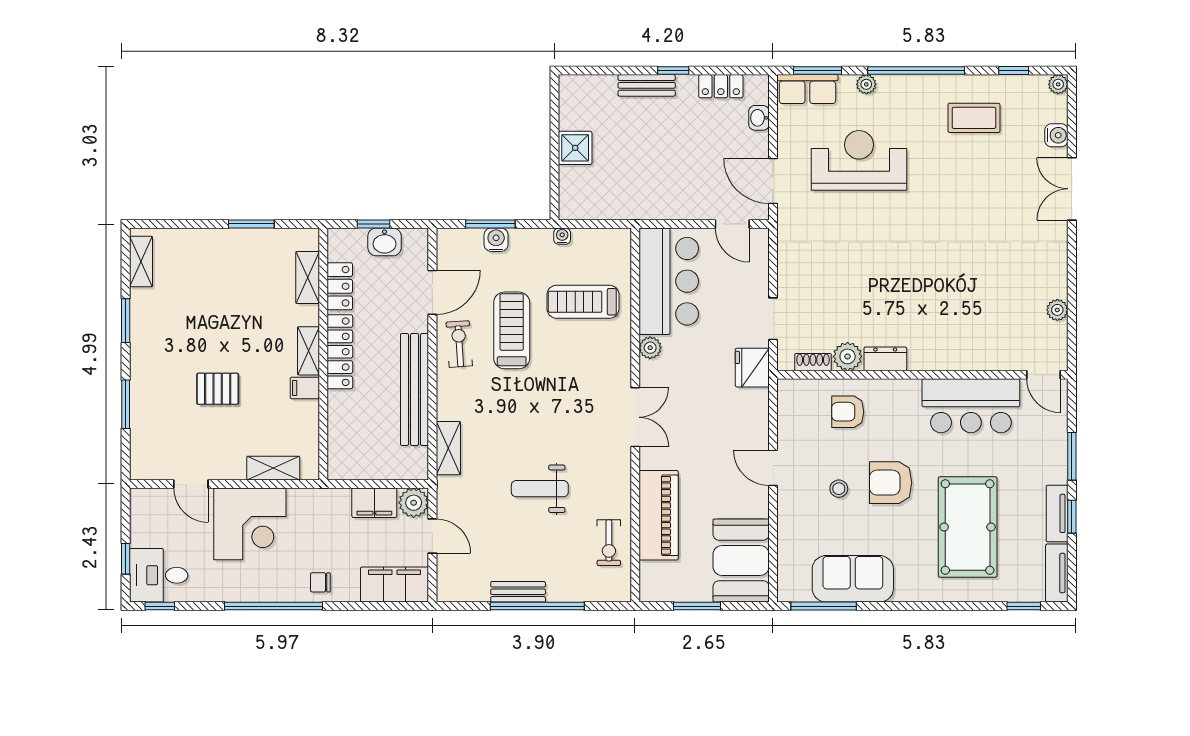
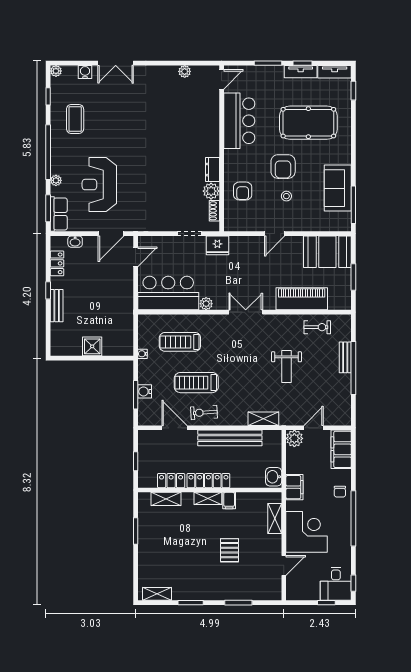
washbasin: (385, 242) -> (274, 477), moved, turned 180
treadmill: (583, 302) -> (180, 342), turned 90
filing cabinet: (374, 503) -> (294, 487), moved
bench: (518, 592) -> (345, 357), moved

